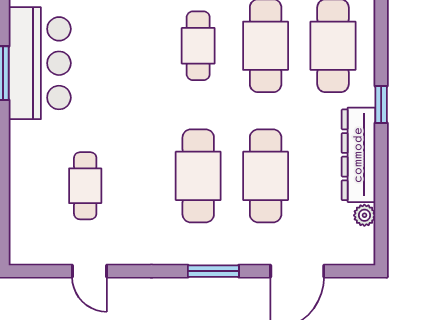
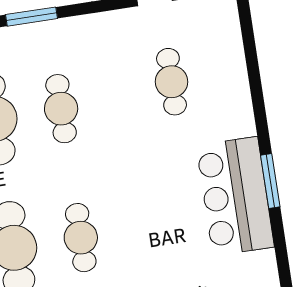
cafe table: (198, 176) -> (61, 109), width x0.73, depth x0.74

